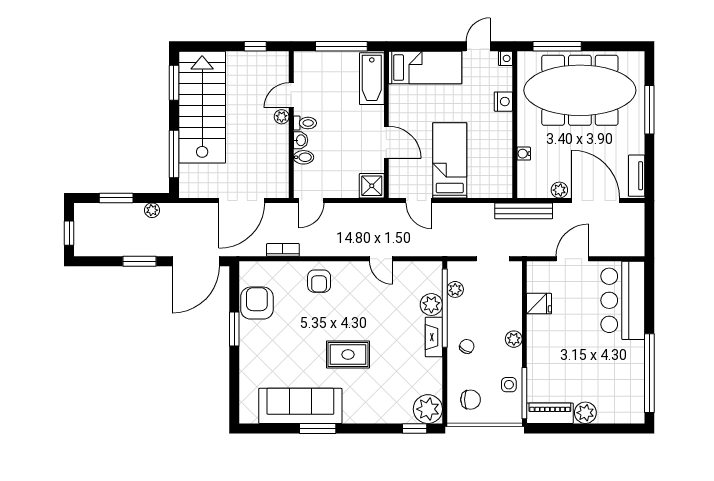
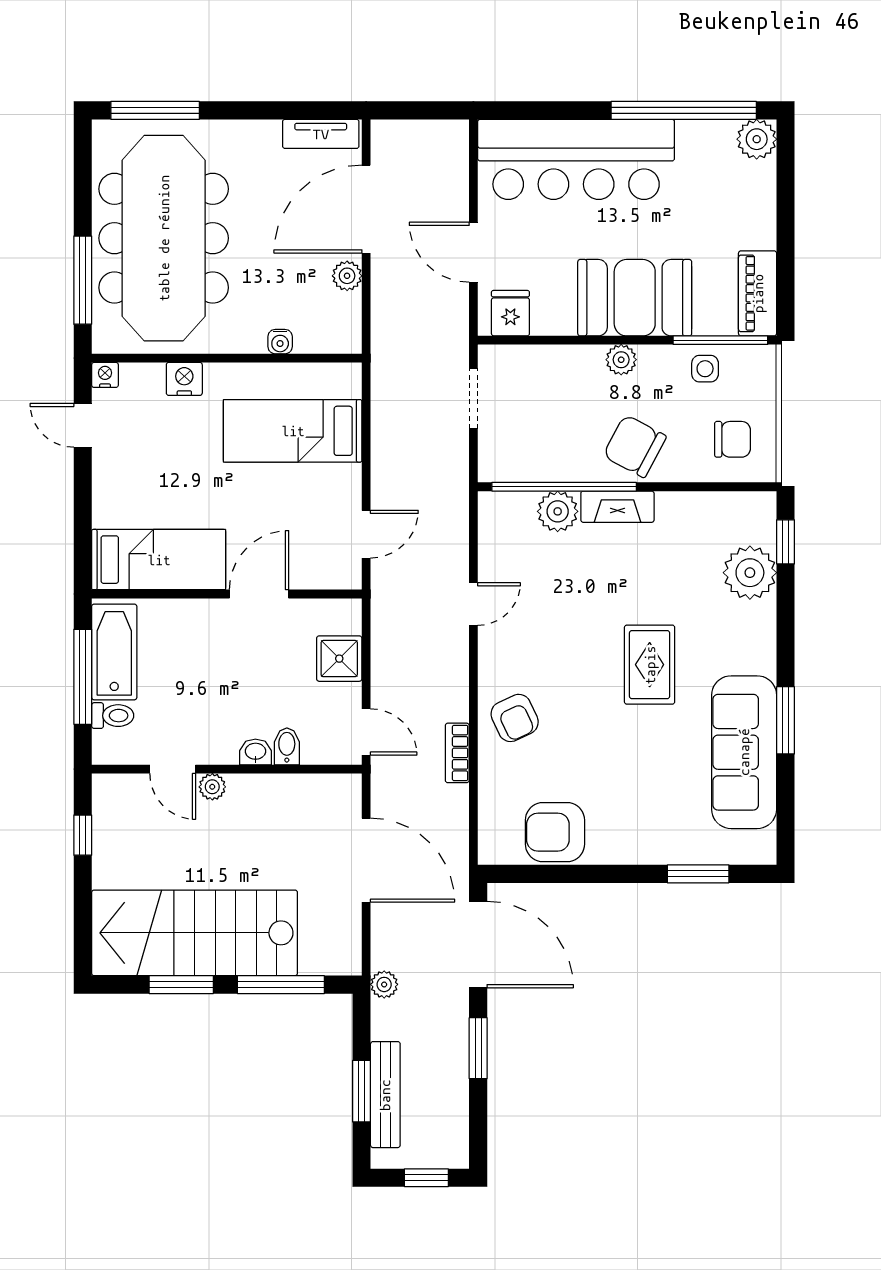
bed: (425, 68) -> (159, 560), moved, turned 90
bathtub: (372, 79) -> (114, 652), moved, turned -90
window: (174, 83) -> (181, 985), moved
window: (649, 110) -> (155, 110), moved
toilet: (305, 123) -> (113, 716), moved, turned 90
bed: (450, 160) -> (293, 431), moved
shower: (372, 186) -> (339, 659), moved
plant: (152, 210) -> (384, 984), moved
bench: (524, 211) -> (385, 1095), moved
bookcase: (283, 250) -> (457, 753), moved
armchair: (319, 281) -> (515, 718), turned 65
plant: (455, 289) -> (530, 468), removed
bar counter: (623, 300) -> (576, 159), width x1.36
fridge: (539, 304) -> (510, 313), moved
window: (234, 329) -> (698, 874), moved
chair: (467, 346) -> (635, 446), width x1.87, depth x1.87
booth: (548, 346) -> (635, 298), added
chair: (471, 400) -> (733, 439), turned 90
plant: (428, 409) -> (750, 573), moved
plant: (585, 413) -> (757, 139), moved

